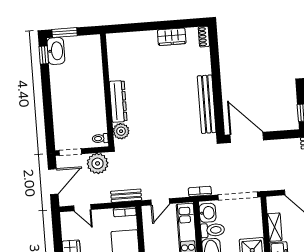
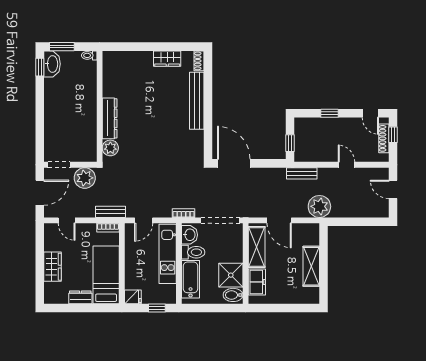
bench: (207, 104) -> (197, 101), moved
toilet: (100, 138) -> (89, 55), moved
shelving: (275, 227) -> (257, 247), width x1.50, depth x1.33

